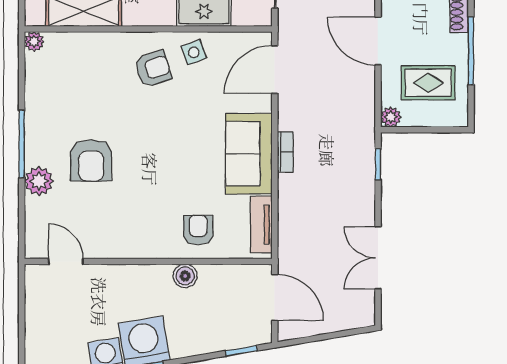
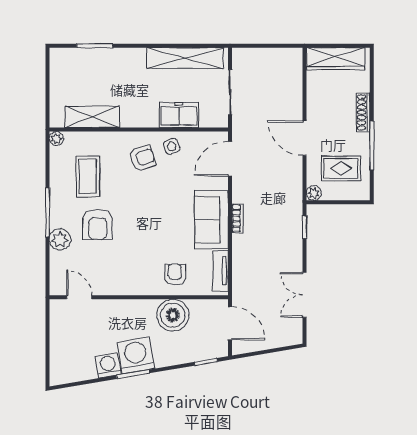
coffee table: (77, 94) -> (88, 177), added
boiler: (185, 276) -> (173, 315), width x1.86, depth x1.86

